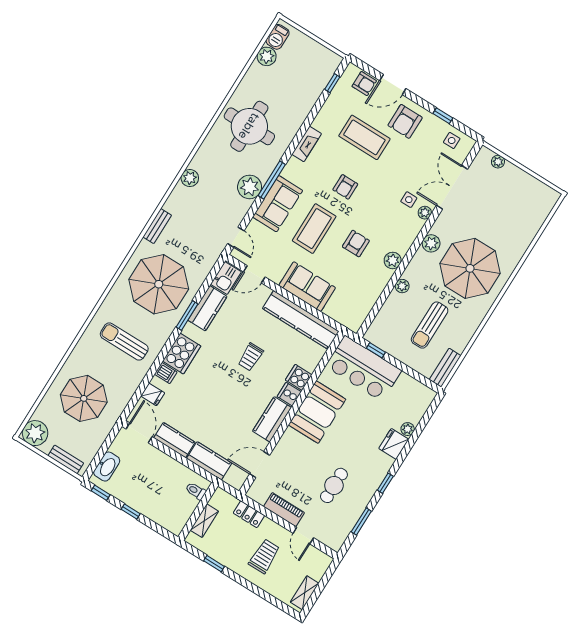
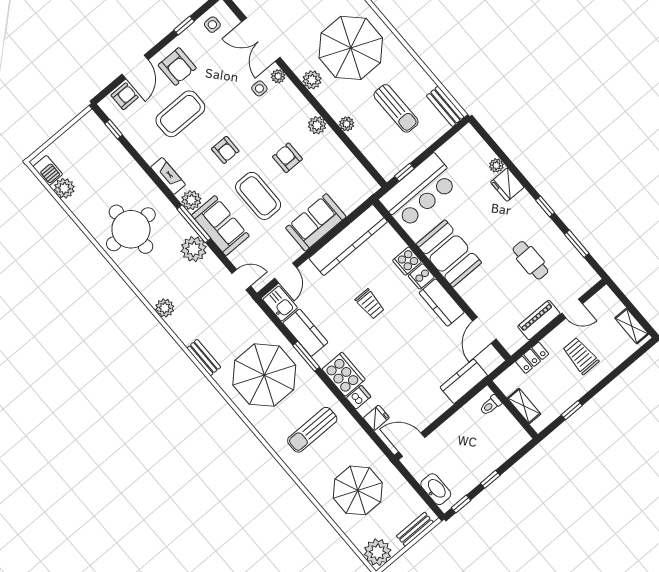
plant: (292, 171) -> (191, 200), added
kitchen counter: (174, 440) -> (431, 410), removed

